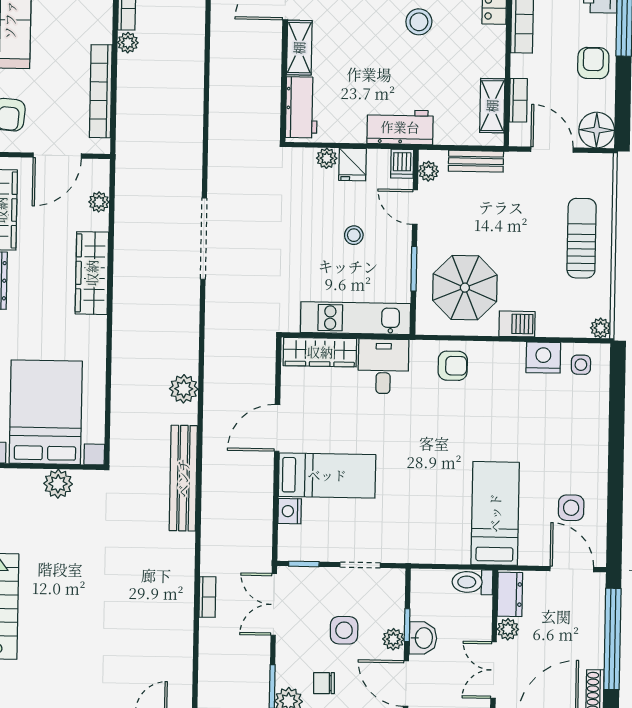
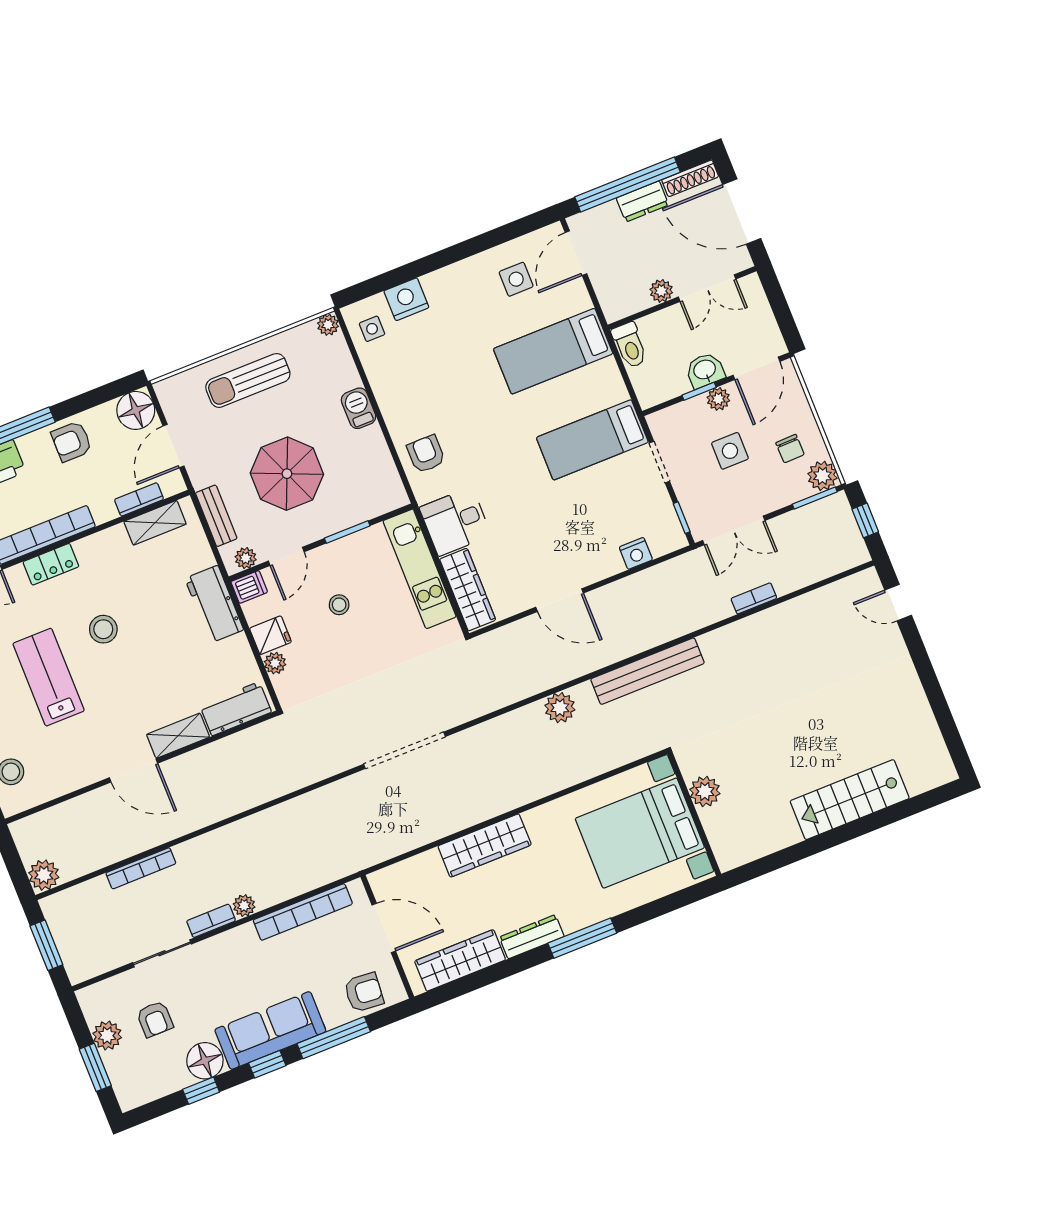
plant: (99, 202) -> (412, 868), removed
parasol: (465, 288) -> (287, 474), moved
nightstand: (543, 358) -> (406, 299), moved, turned 90
bed: (327, 475) -> (592, 440), moved, turned -90
dresser: (510, 594) -> (642, 201), moved, turned 180

